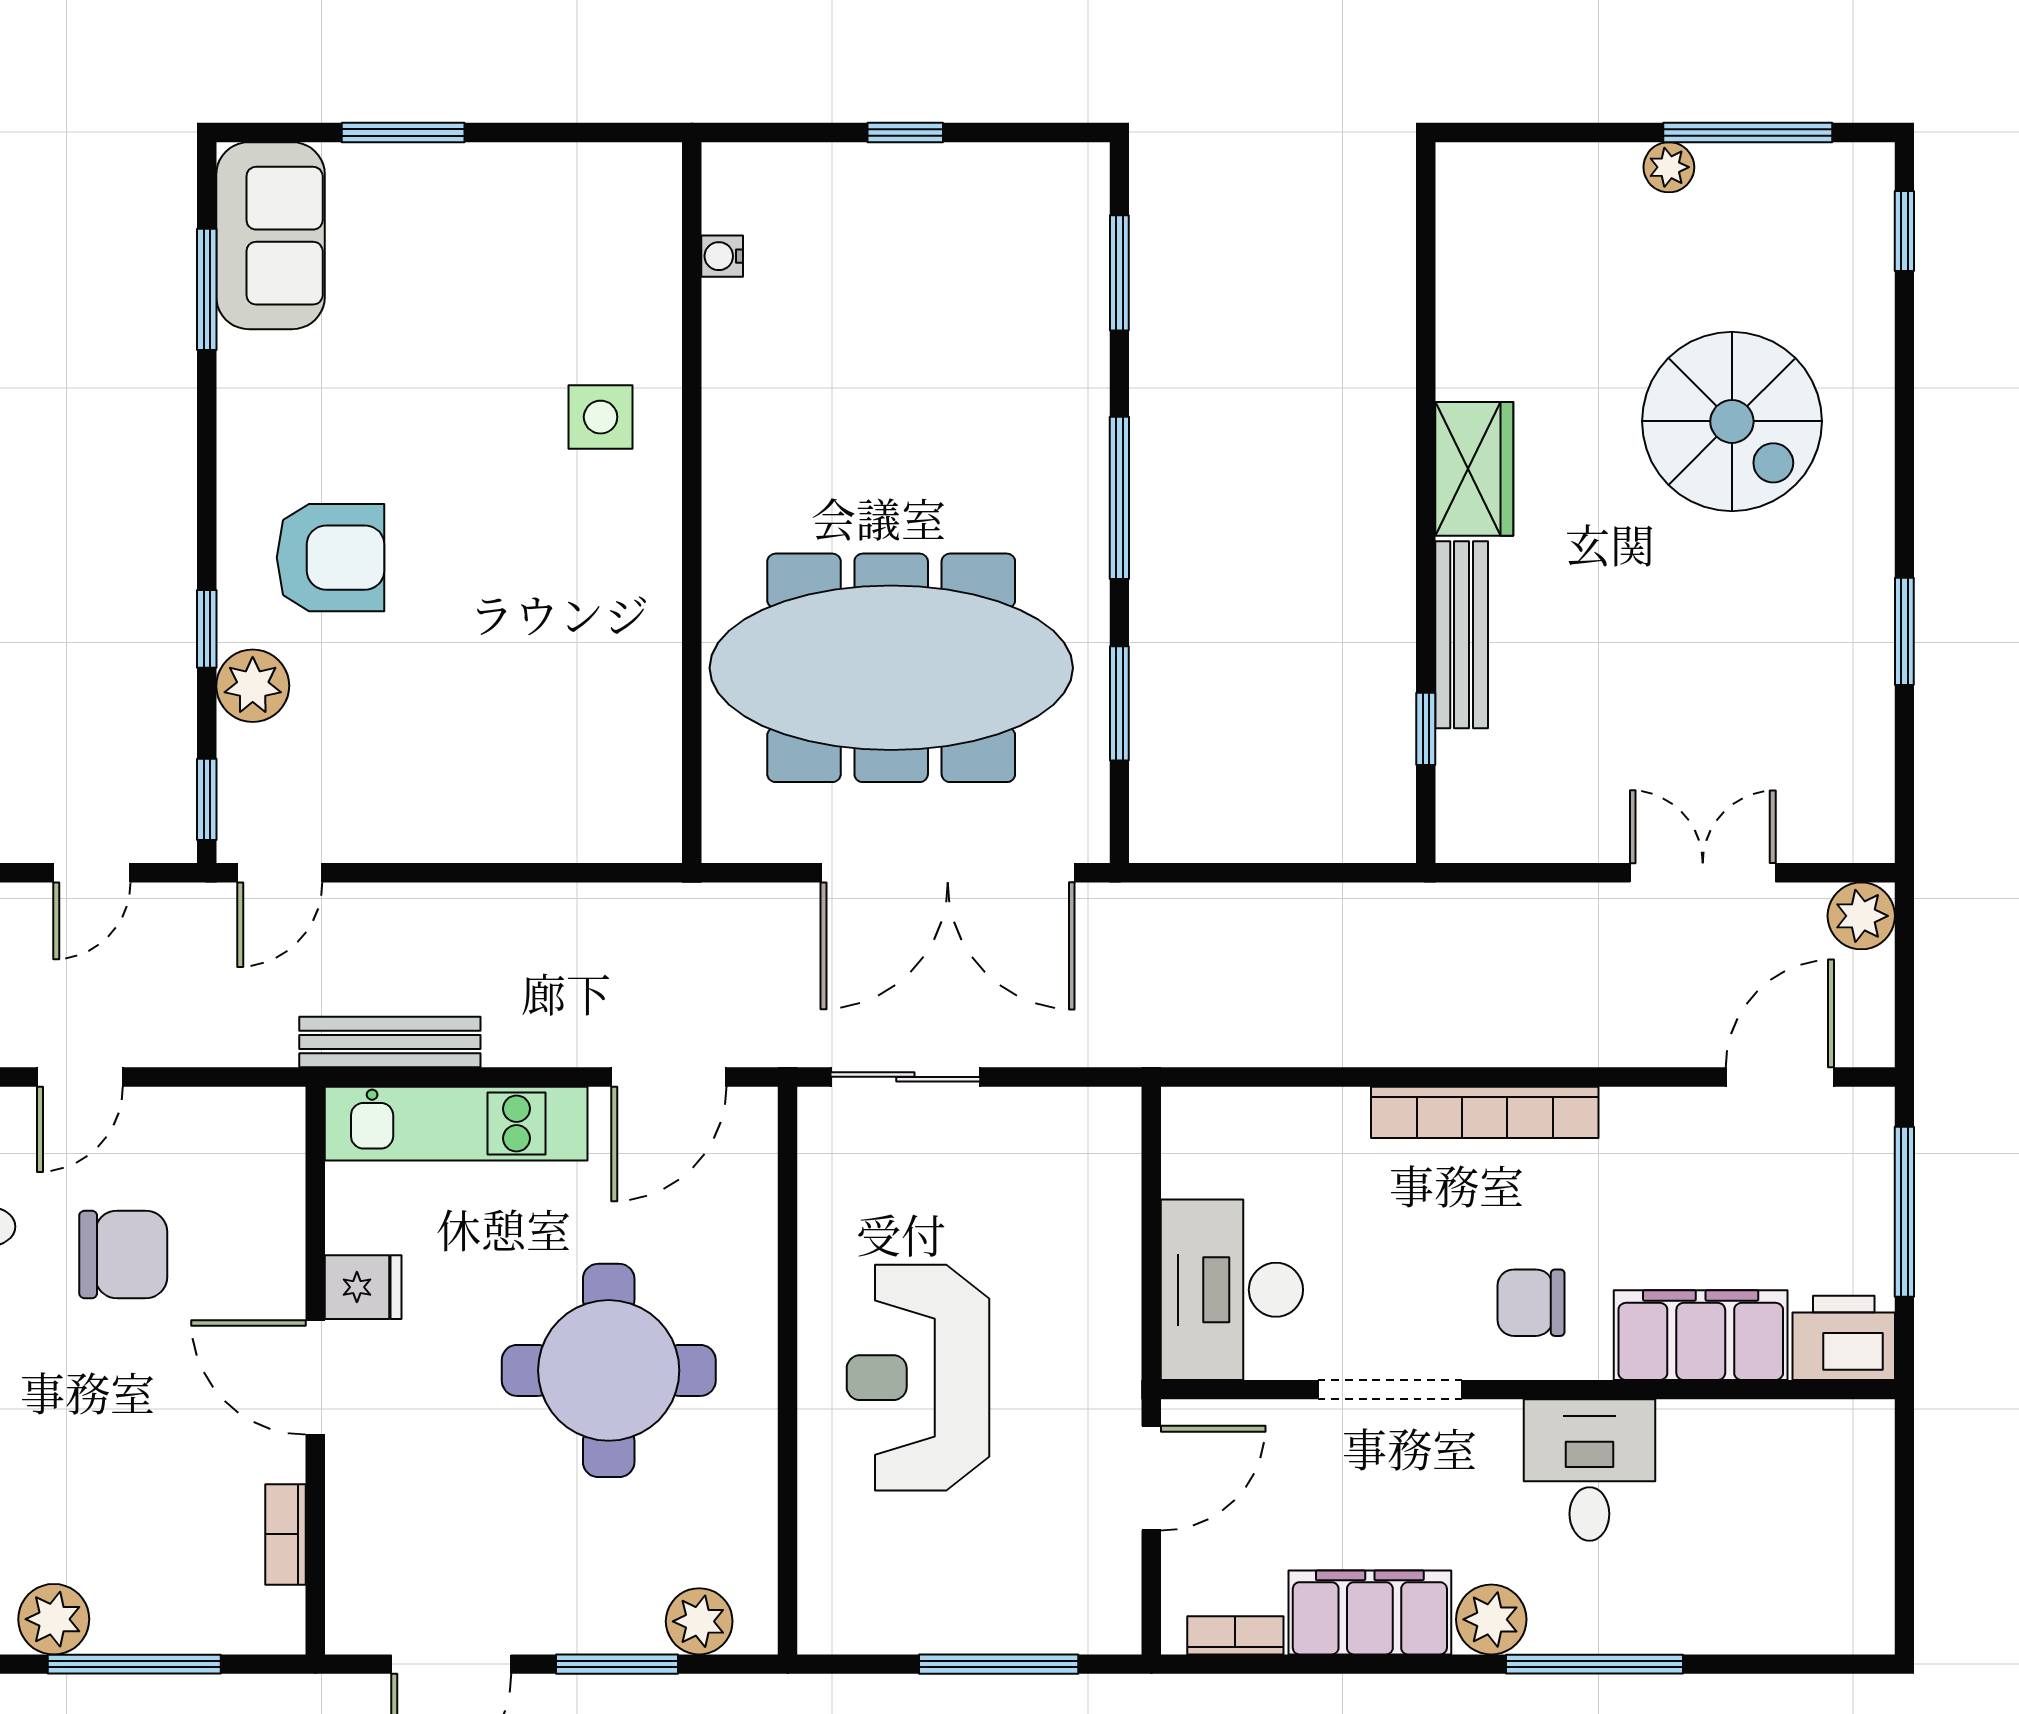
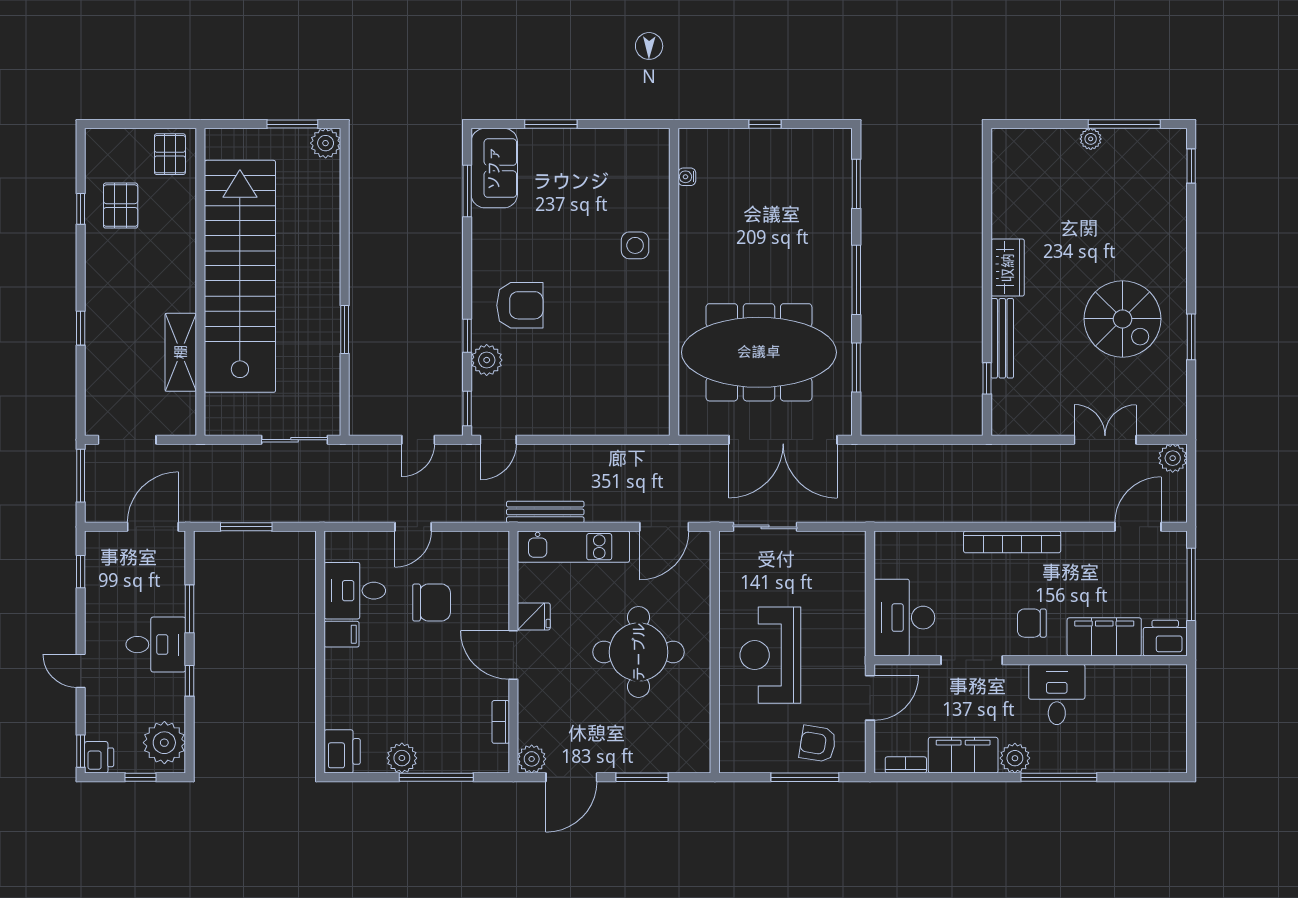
spiral stairs: (1732, 421) -> (1123, 319), moved
armchair: (1029, 1586) -> (818, 744), added
plant: (699, 1621) -> (532, 759), moved

